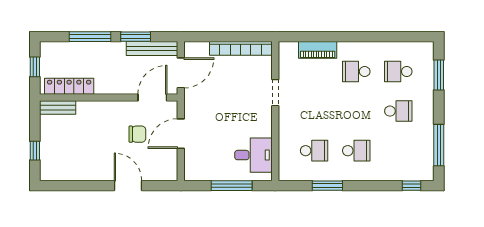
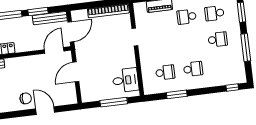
chair: (137, 134) -> (26, 98), moved
window: (439, 145) -> (246, 47), moved

